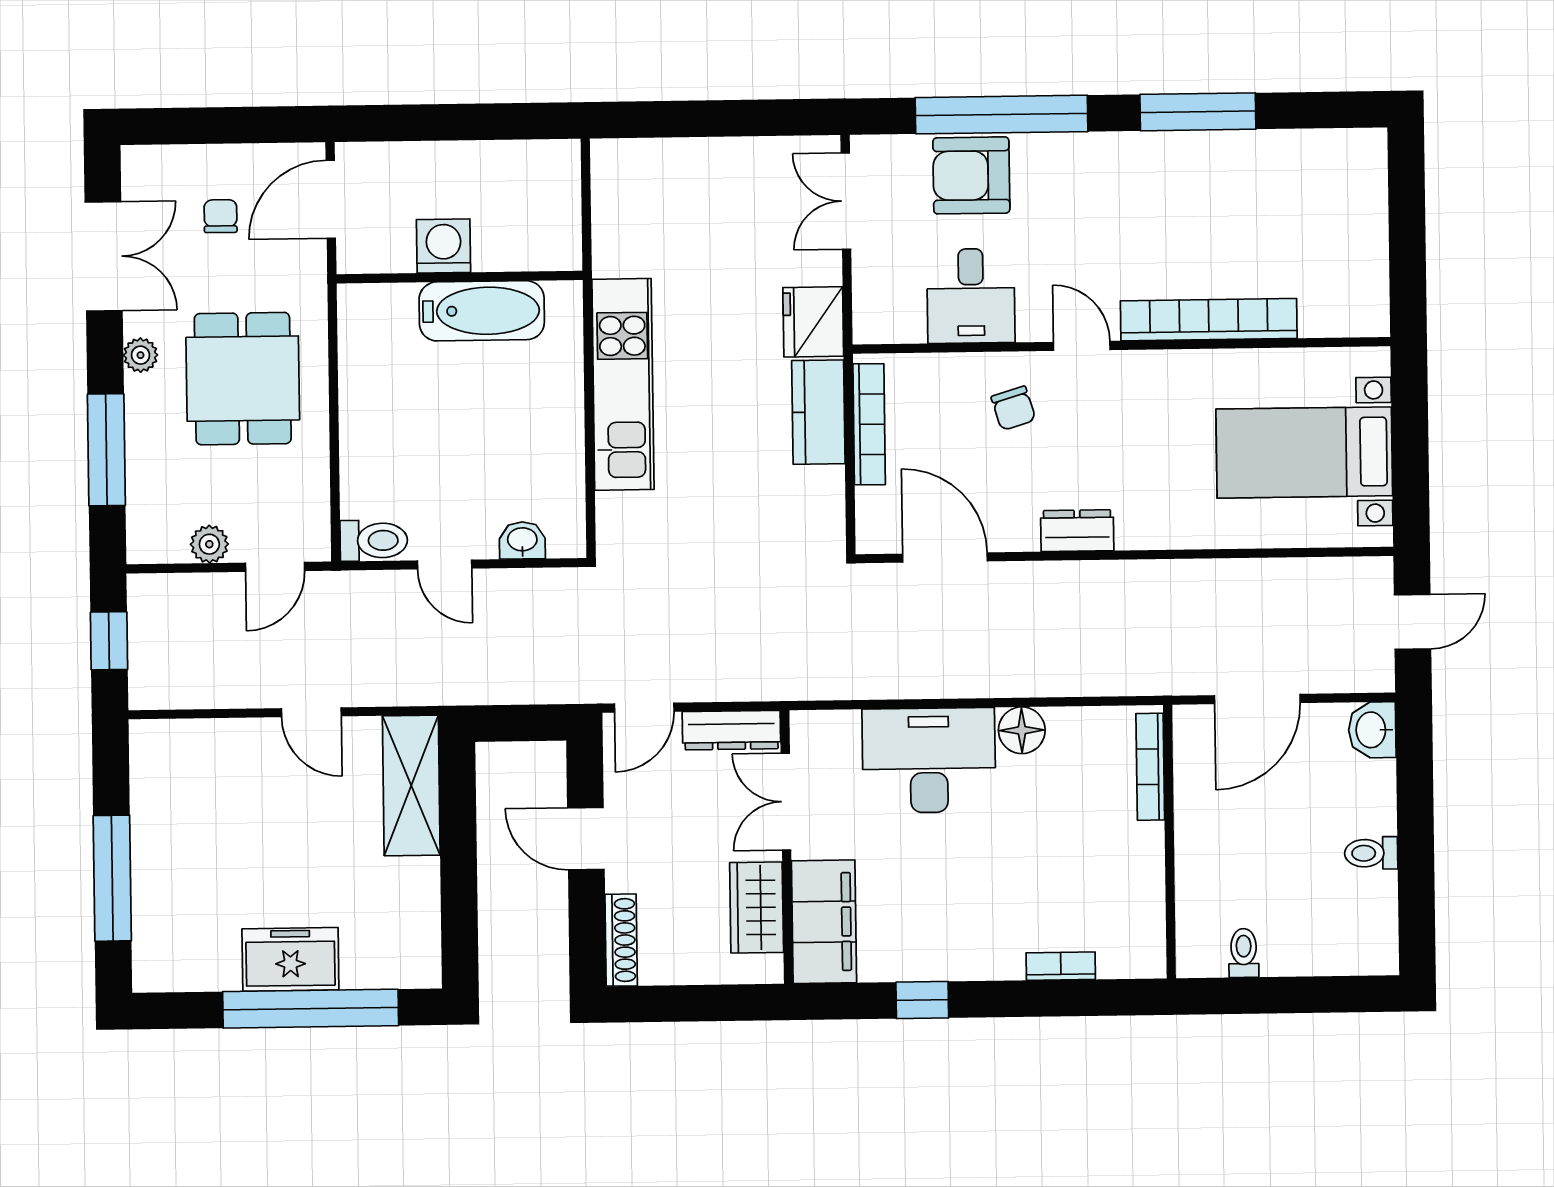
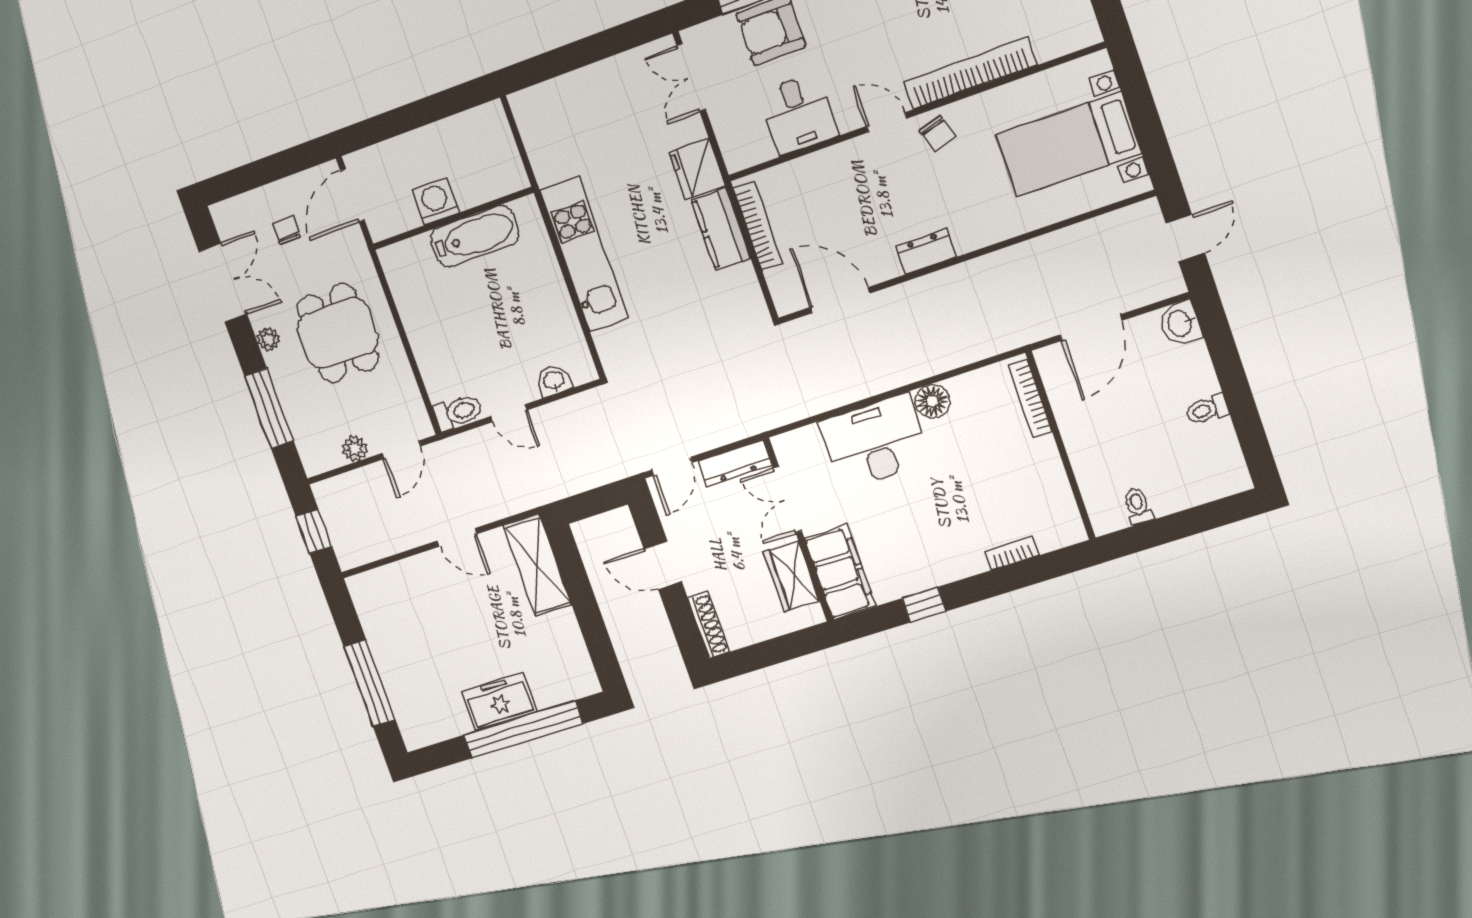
chair: (1013, 408) -> (937, 133), moved

